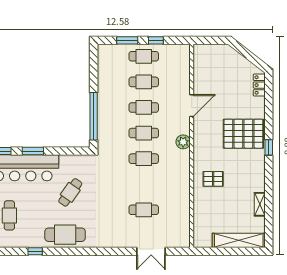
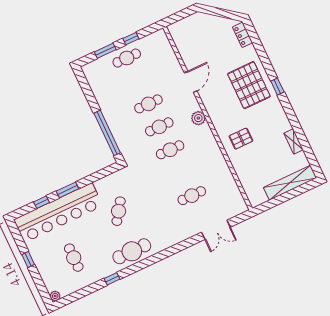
cafe table: (144, 82) -> (138, 81), removed
pallet: (243, 134) -> (249, 85), turned 90

